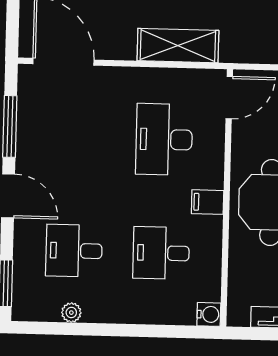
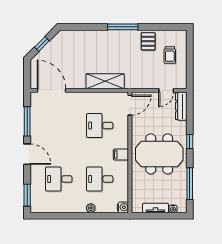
desk: (164, 139) -> (100, 126), width x0.73
plant: (71, 313) -> (91, 208), moved

